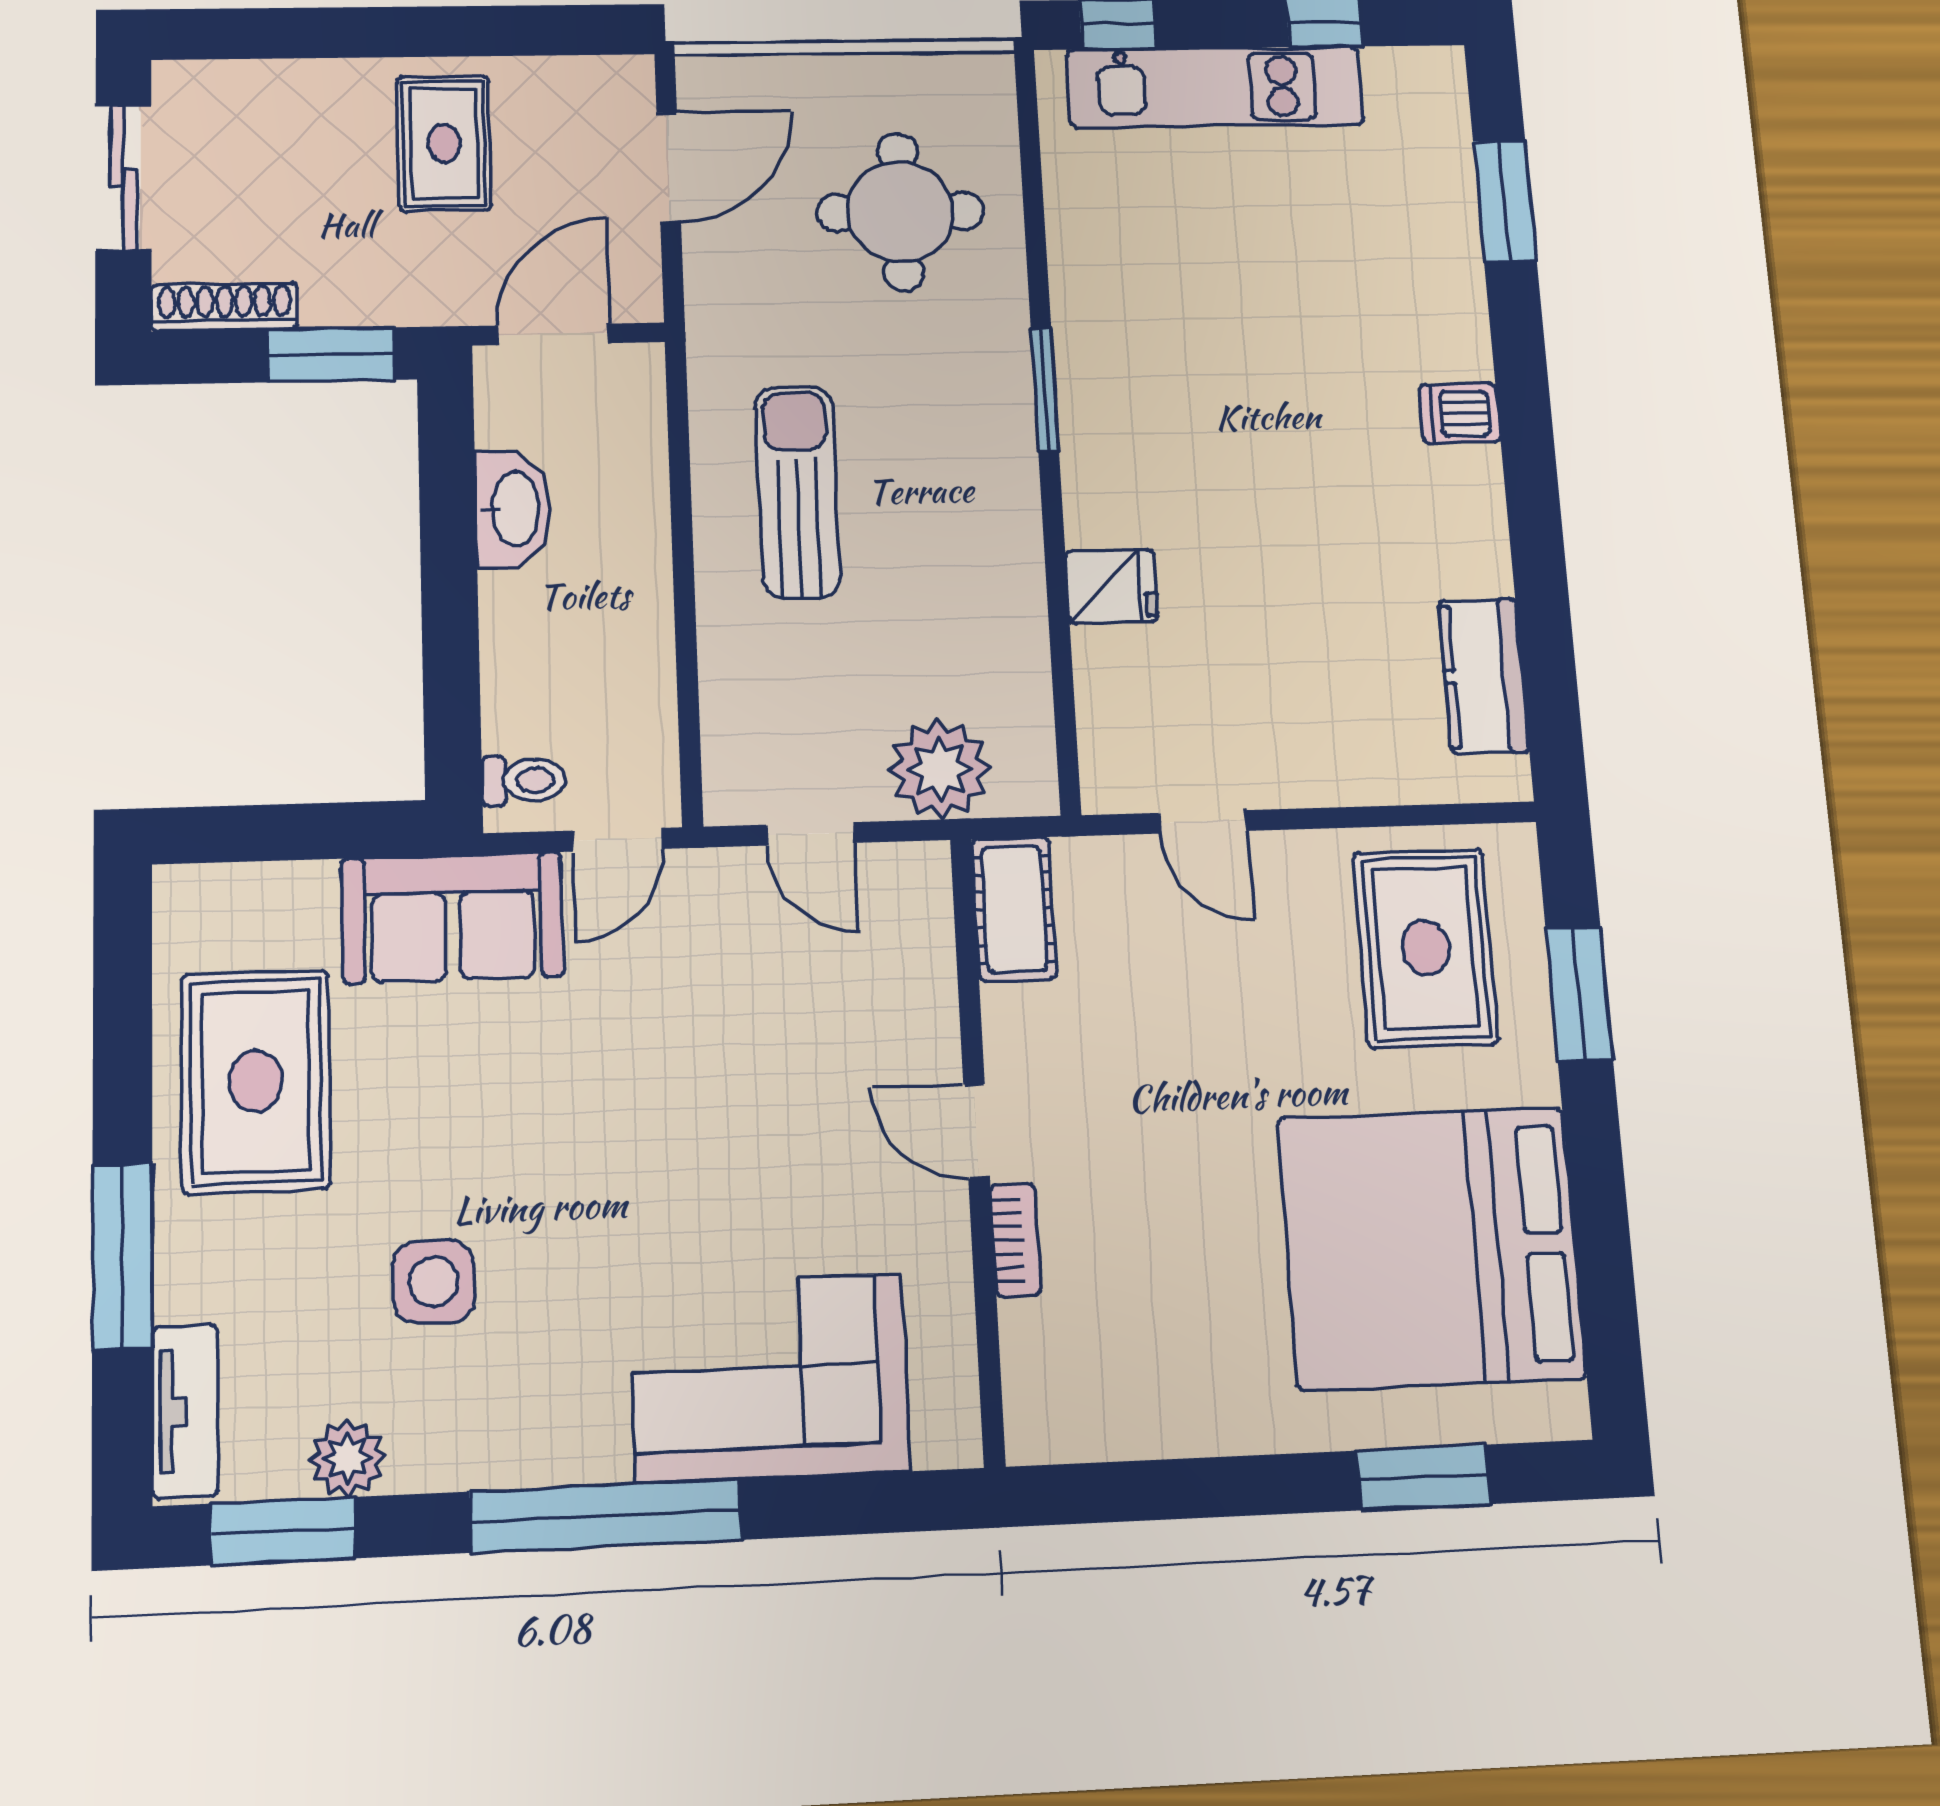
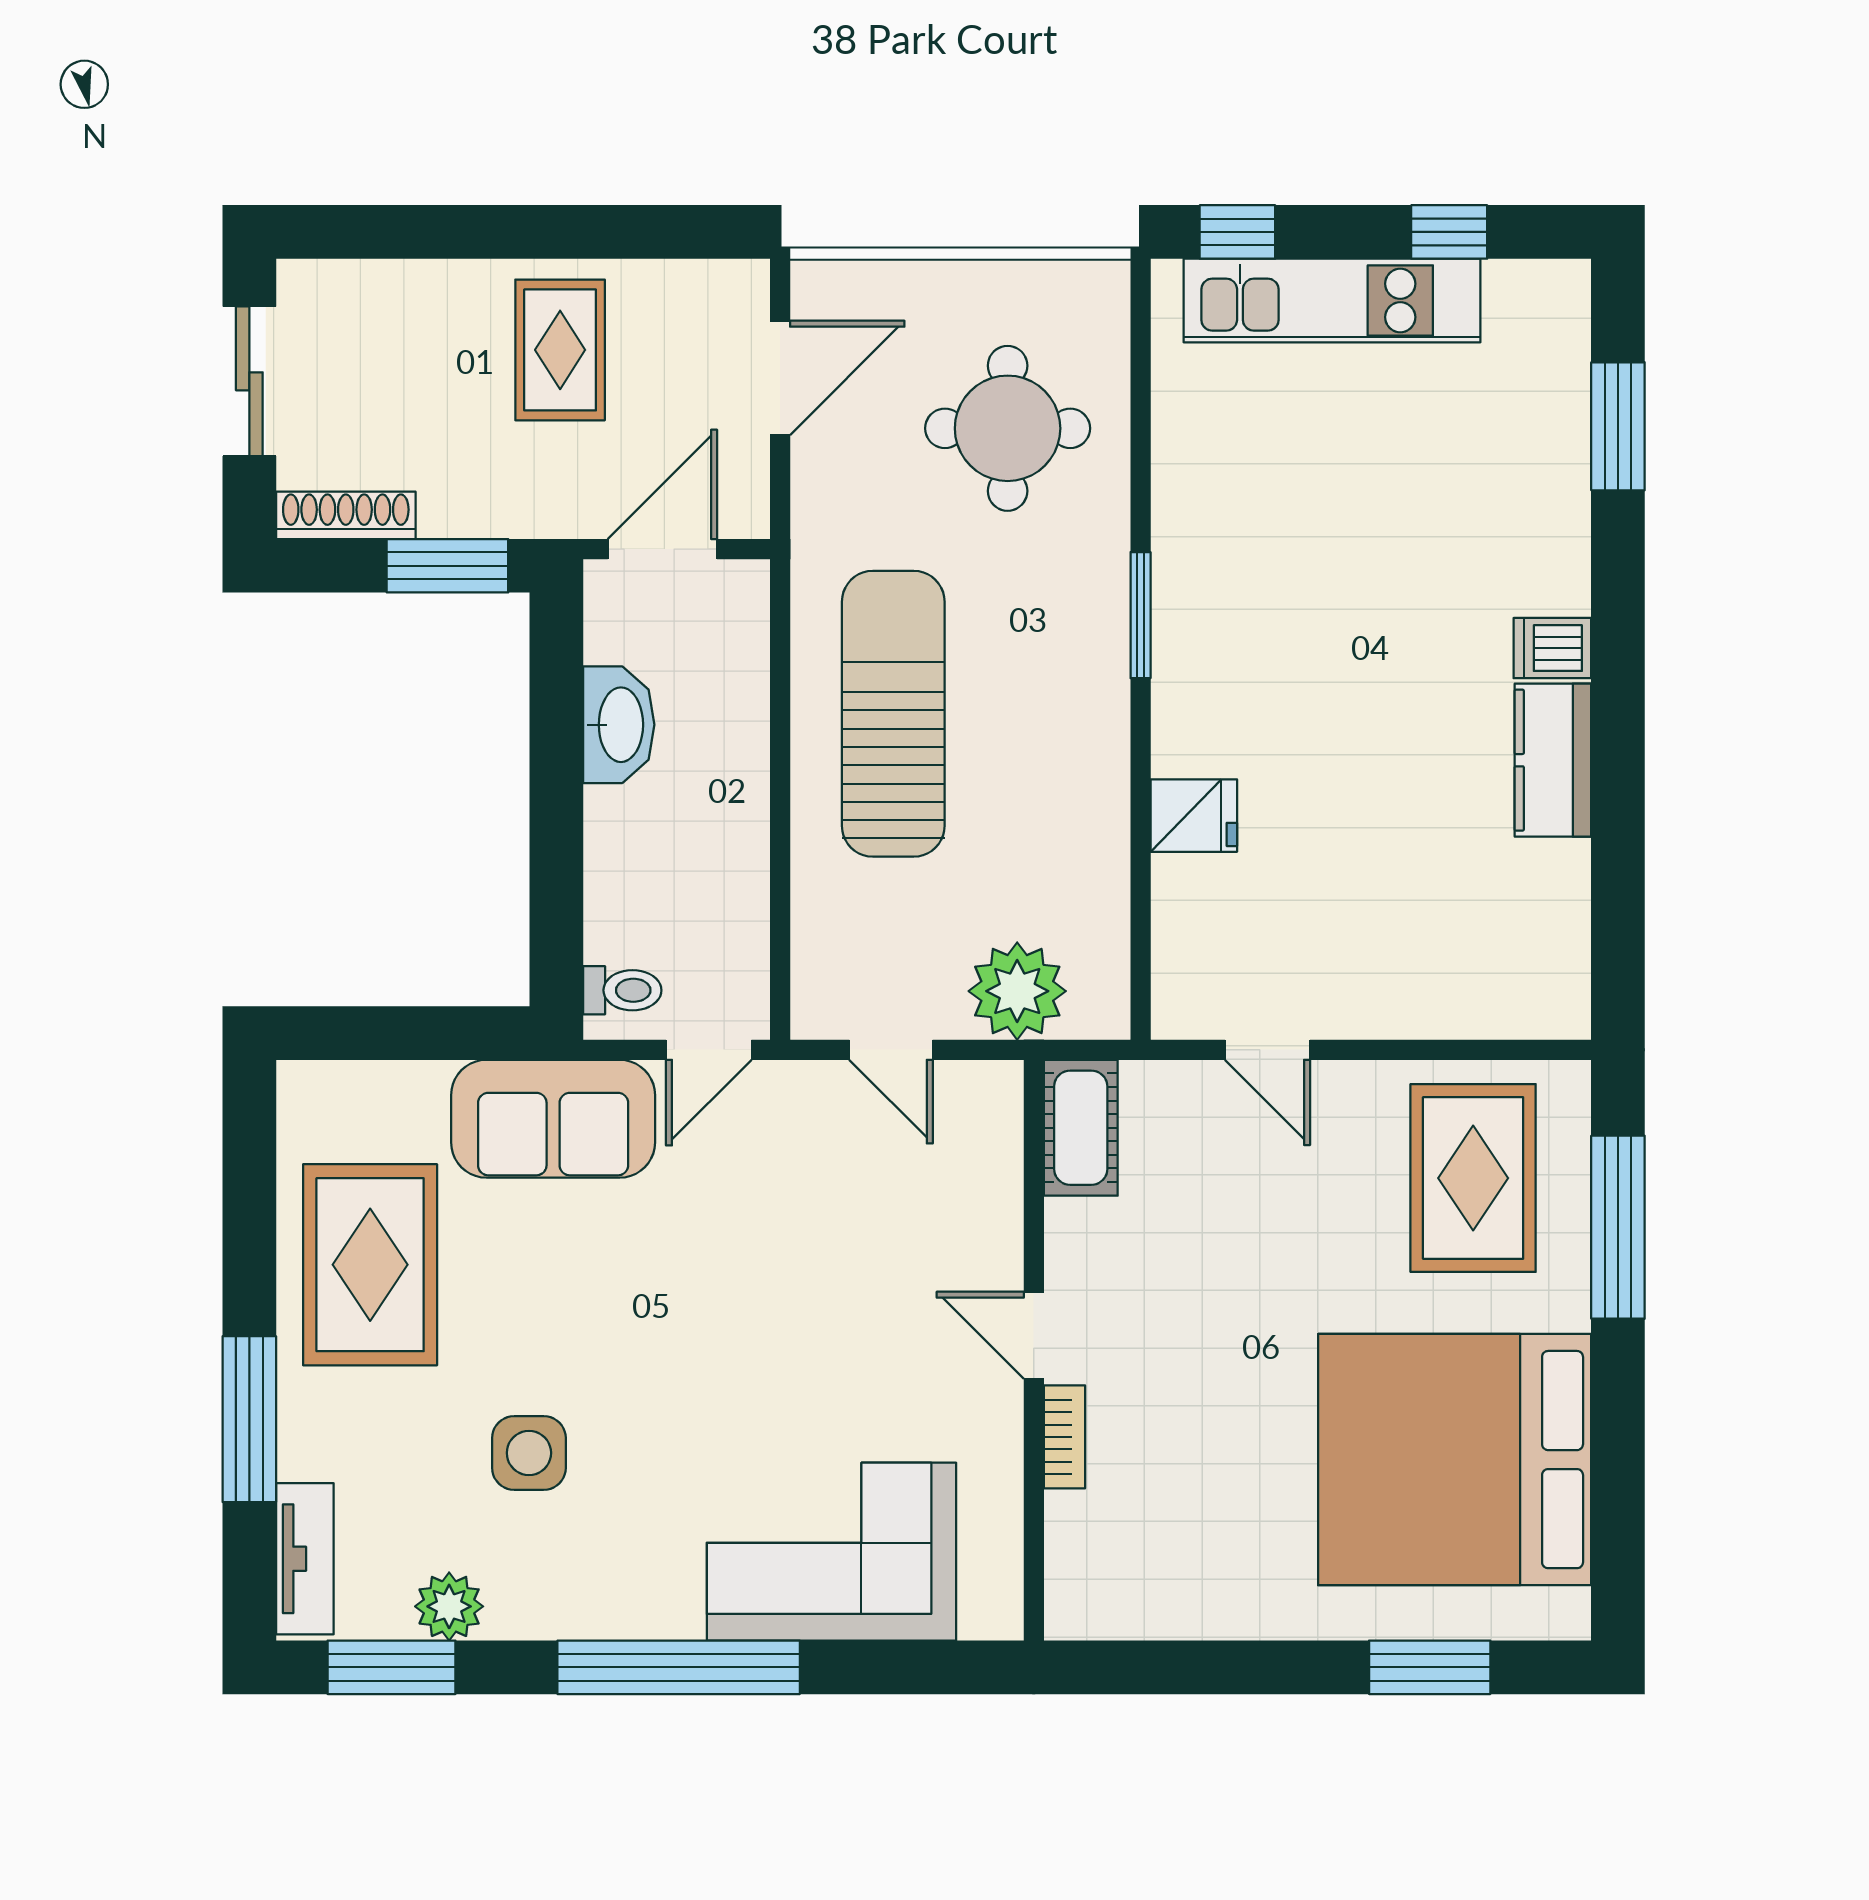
sun lounger: (798, 492) -> (893, 714), width x1.36, depth x1.34
kitchen counter: (1484, 676) -> (1553, 760), moved
window: (1579, 994) -> (1618, 1227), width x1.44

